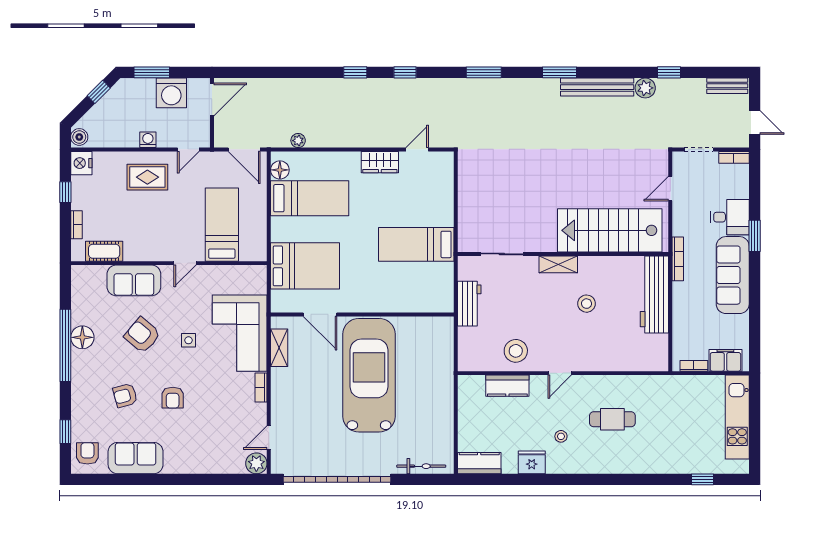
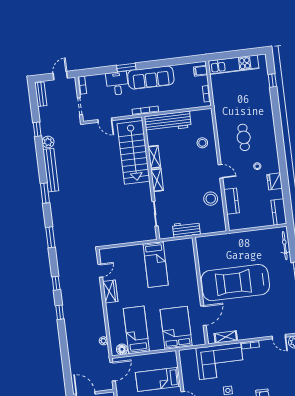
door: (417, 149) -> (100, 271), swing flipped
shelving: (598, 264) -> (154, 157), added
stool: (586, 304) -> (202, 143), moved
filing cabinet: (725, 360) -> (201, 71), width x0.50

